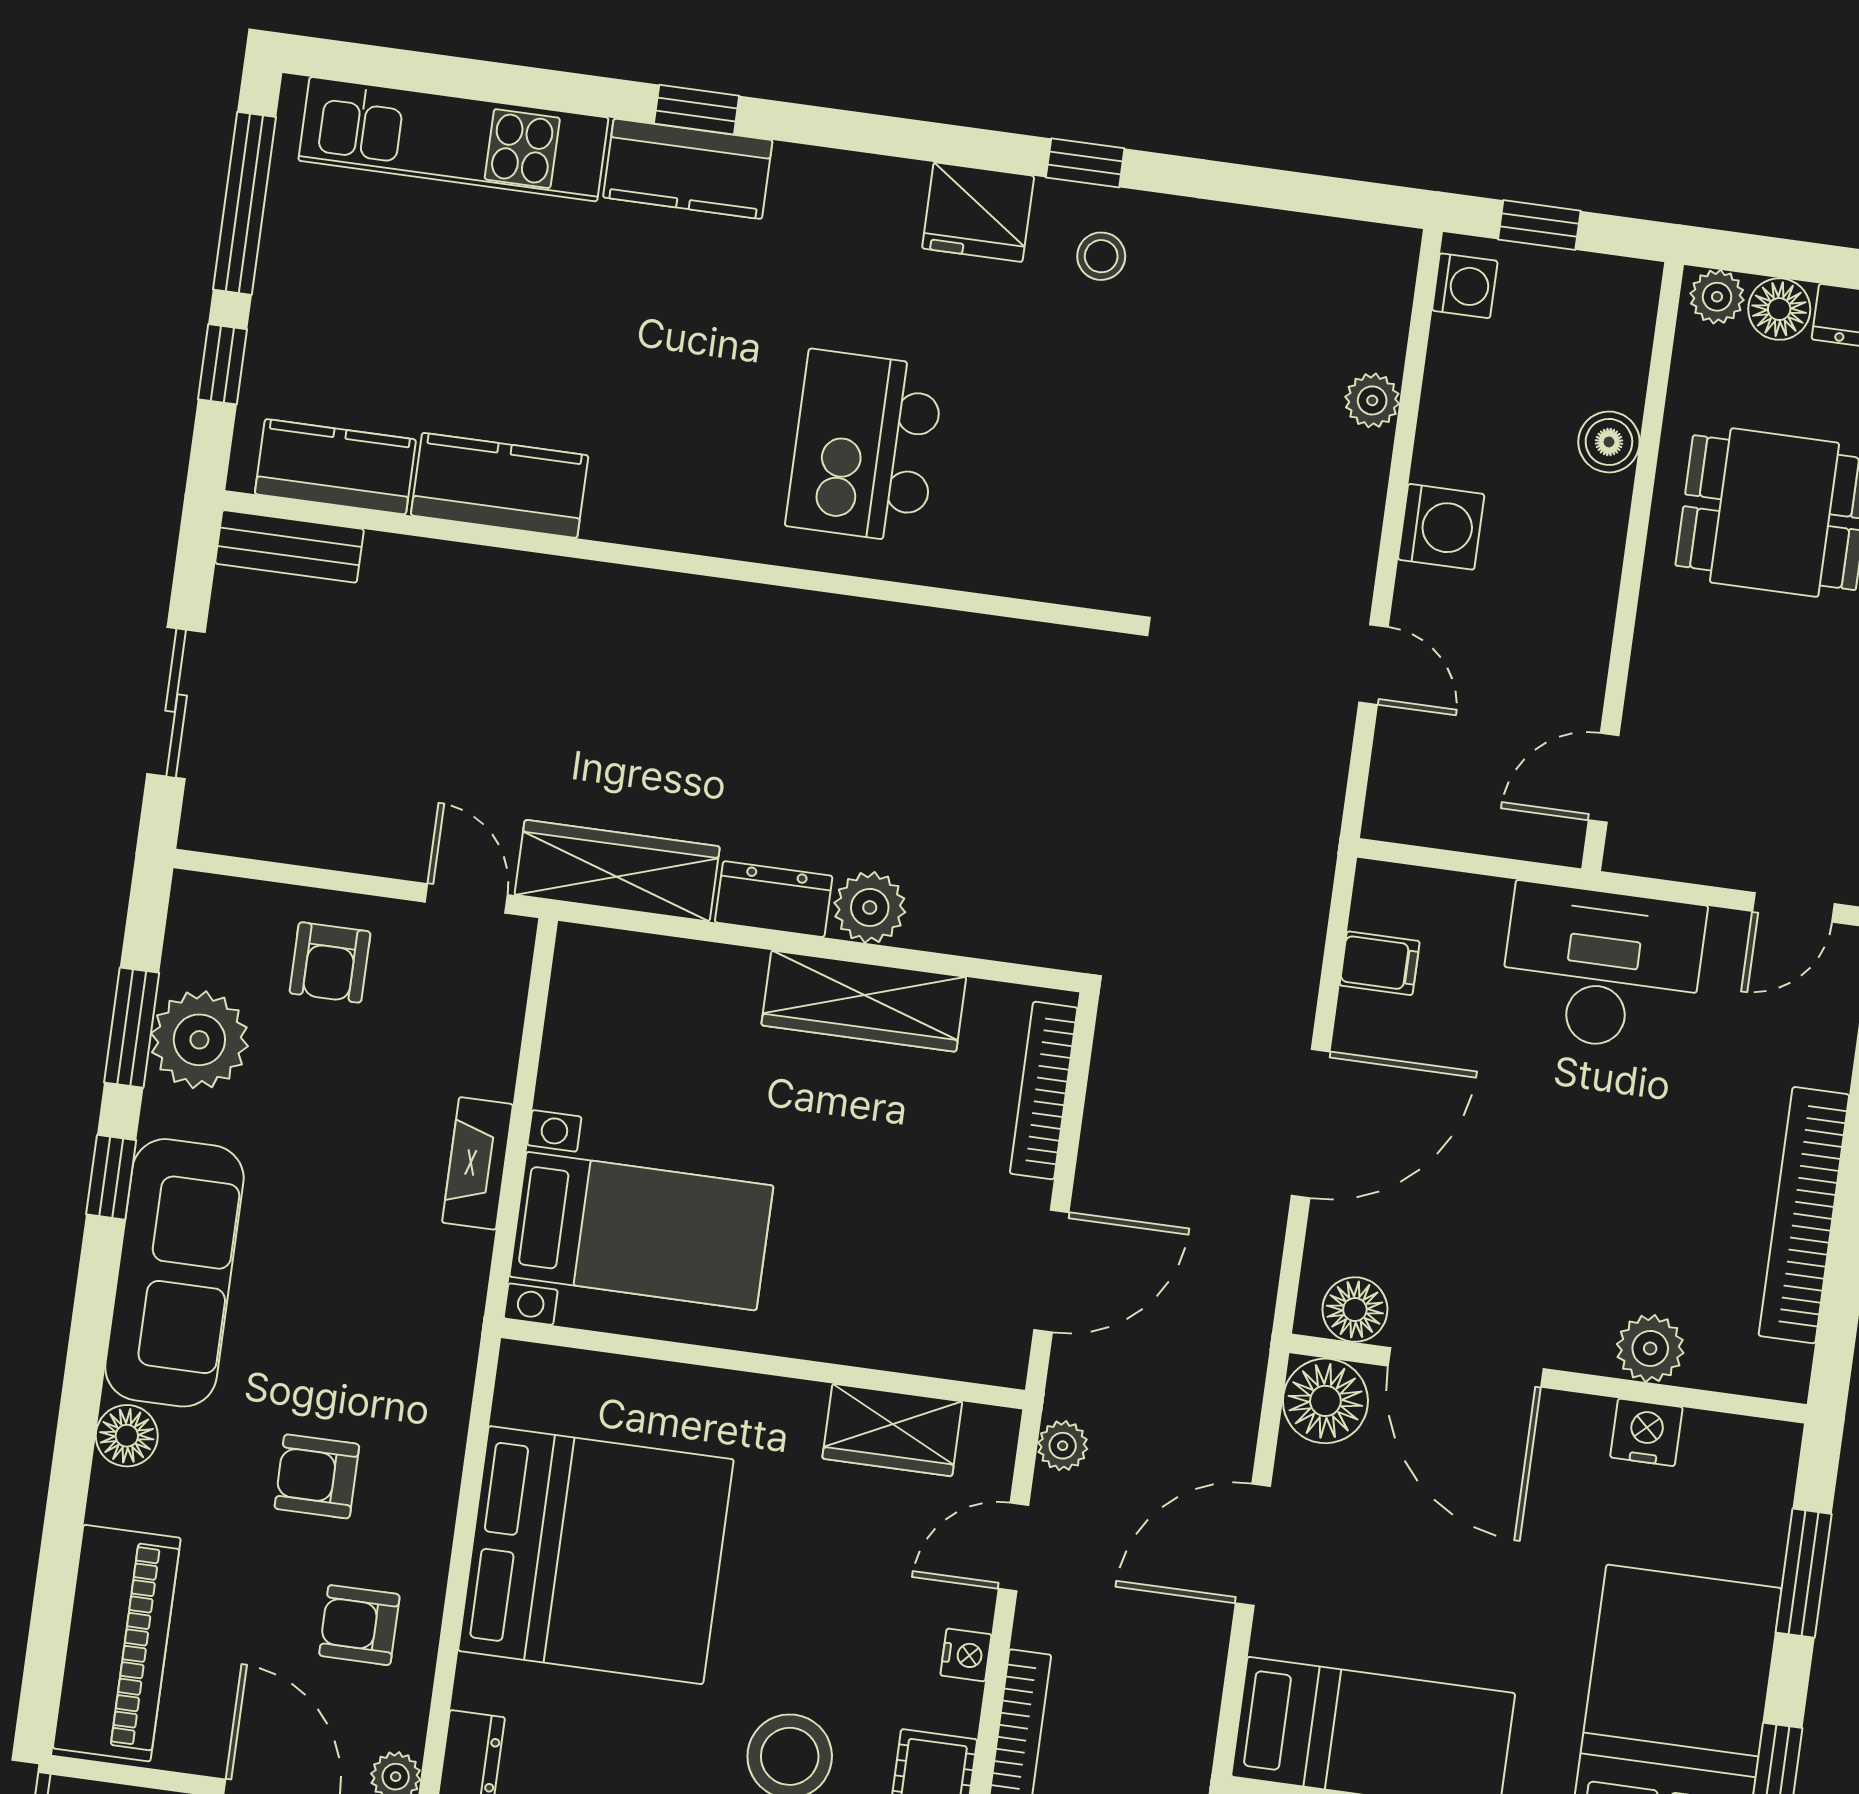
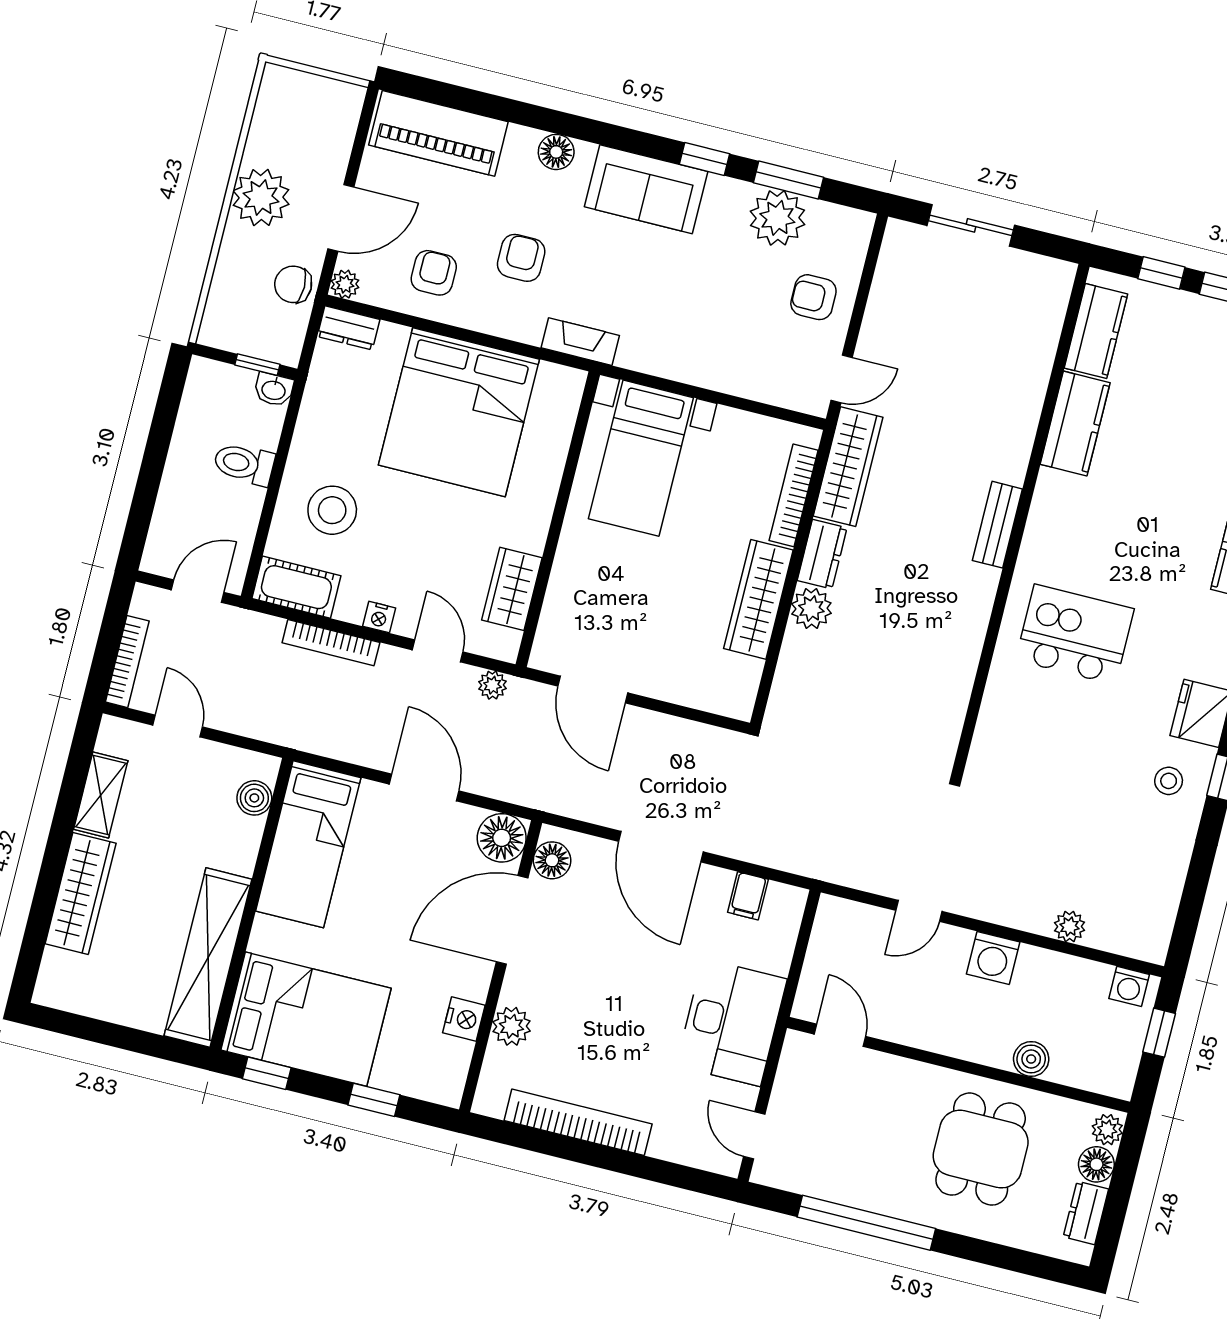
bench: (290, 546) -> (997, 525), moved
bookcase: (1044, 1091) -> (794, 495), moved, turned -90
fireplace: (477, 1163) -> (580, 342), moved
sofa: (174, 1273) -> (646, 189), width x0.73
window: (1804, 1573) -> (374, 1100), width x0.67

